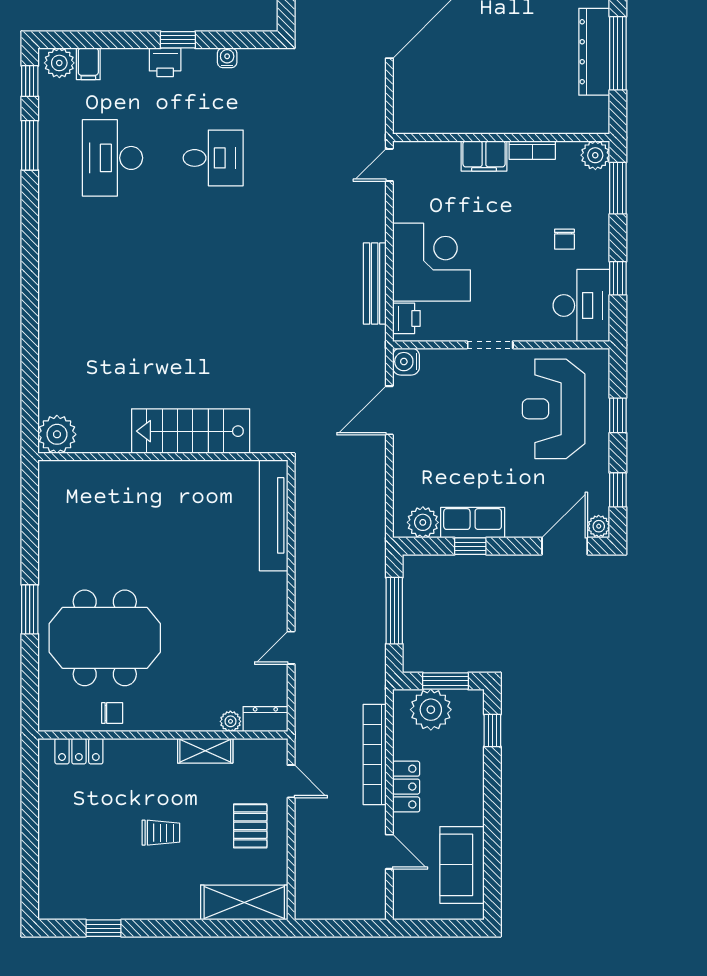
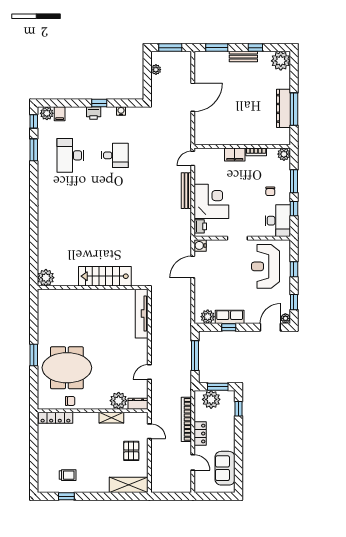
window: (618, 188) -> (294, 181), moved
bench: (375, 283) -> (186, 191), moved
plant: (230, 721) -> (119, 401), width x1.88, depth x1.88
locker: (79, 751) -> (55, 418), width x1.53
trolley: (161, 833) -> (68, 475), moved

